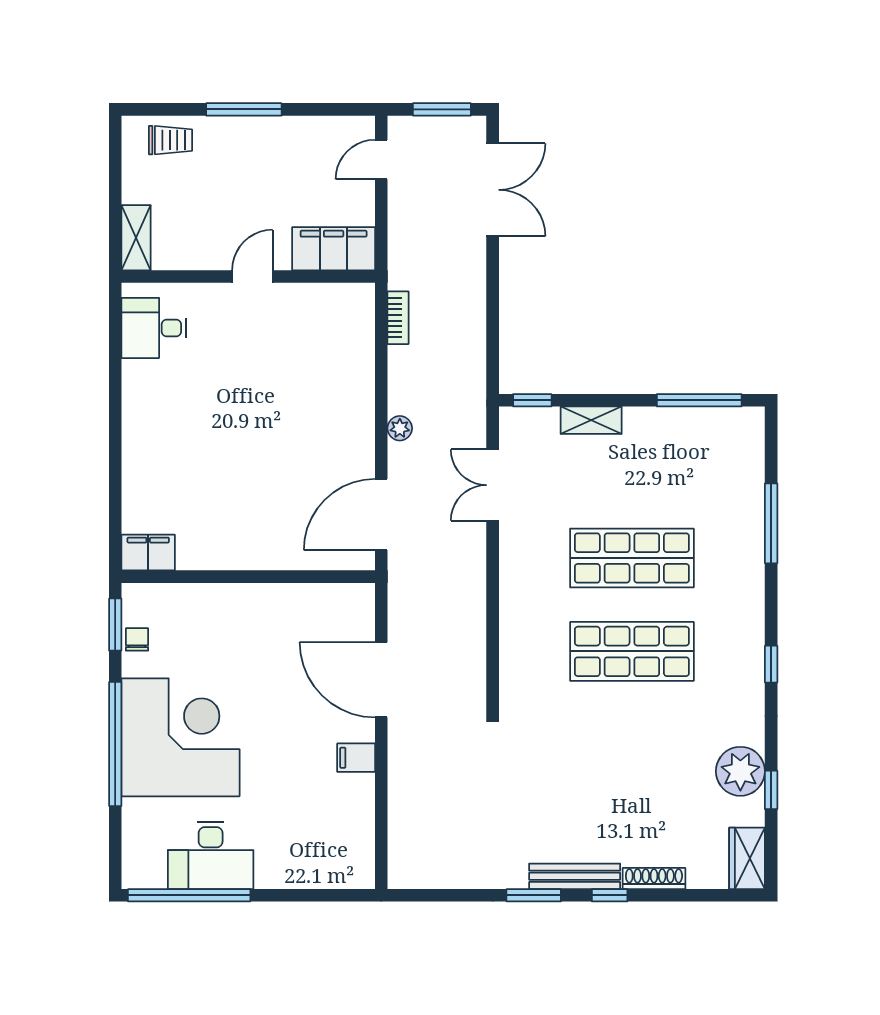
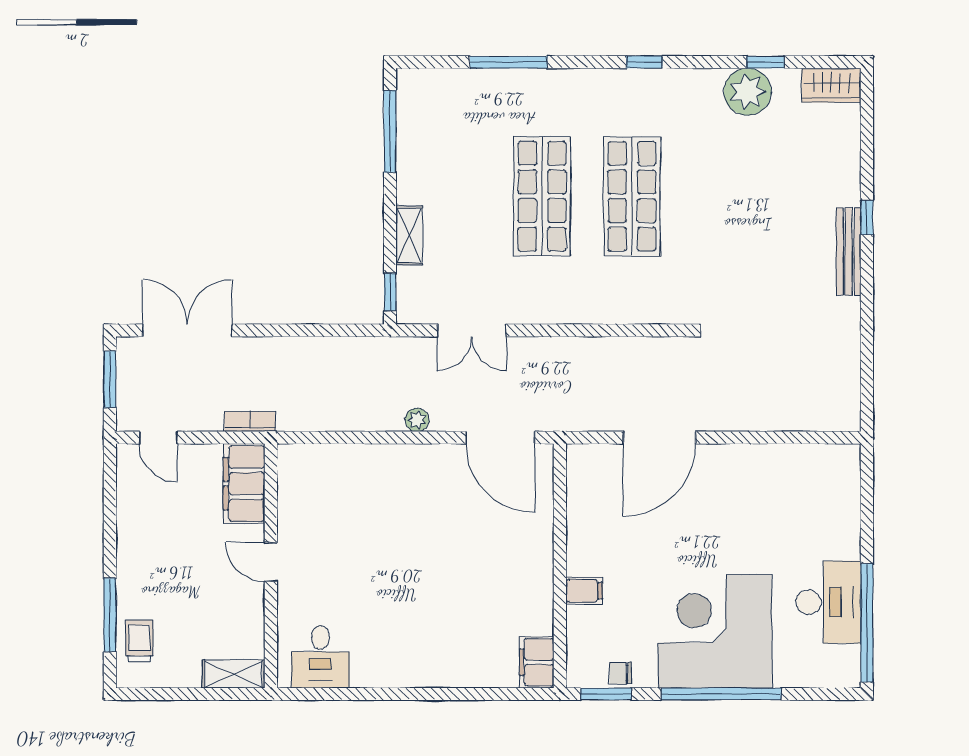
window: (244, 109) -> (110, 615), moved
bookcase: (398, 318) -> (250, 422), moved
filing cabinet: (356, 758) -> (584, 591), moved, turned -90
shoe rack: (654, 878) -> (851, 175), removed
window: (534, 895) -> (867, 291), removed

